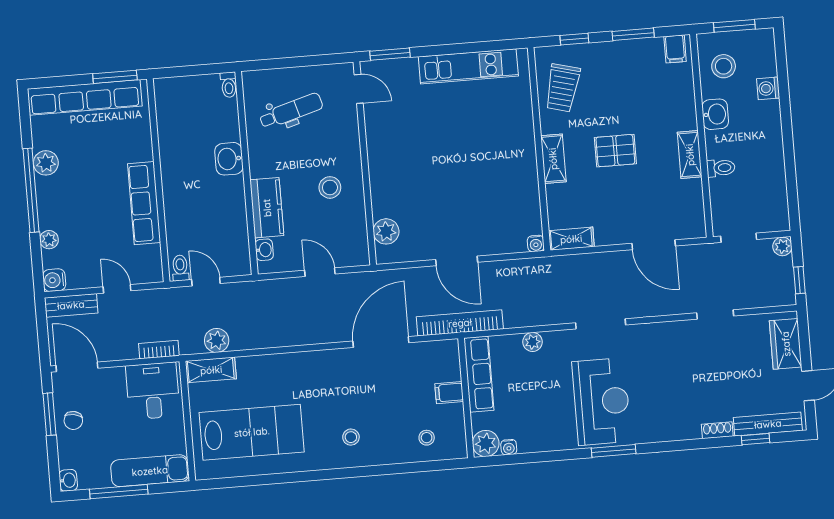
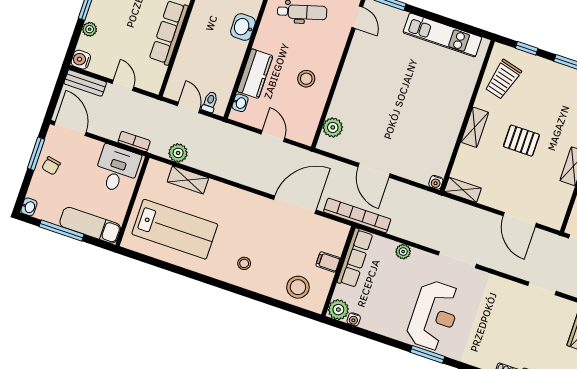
toilet: (180, 268) -> (210, 102), moved
shelving: (211, 370) -> (188, 180), moved
stool: (427, 438) -> (298, 287), width x1.89, depth x1.89

